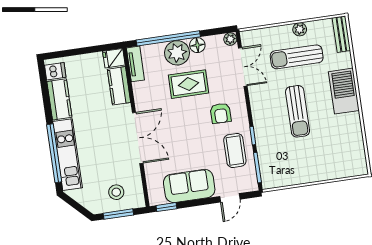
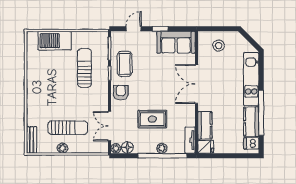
floor lamp: (197, 45) -> (127, 147), moved
plant: (177, 53) -> (162, 148), width x0.53, depth x0.53
barbecue: (344, 91) -> (55, 41), moved, turned 90
sun lounger: (298, 111) -> (84, 68), moved
armchair: (221, 113) -> (121, 93), moved
window: (54, 153) -> (261, 113), moved
sofa: (189, 186) -> (176, 42), moved
window: (166, 207) -> (160, 29), moved
window: (118, 214) -> (219, 29), removed

